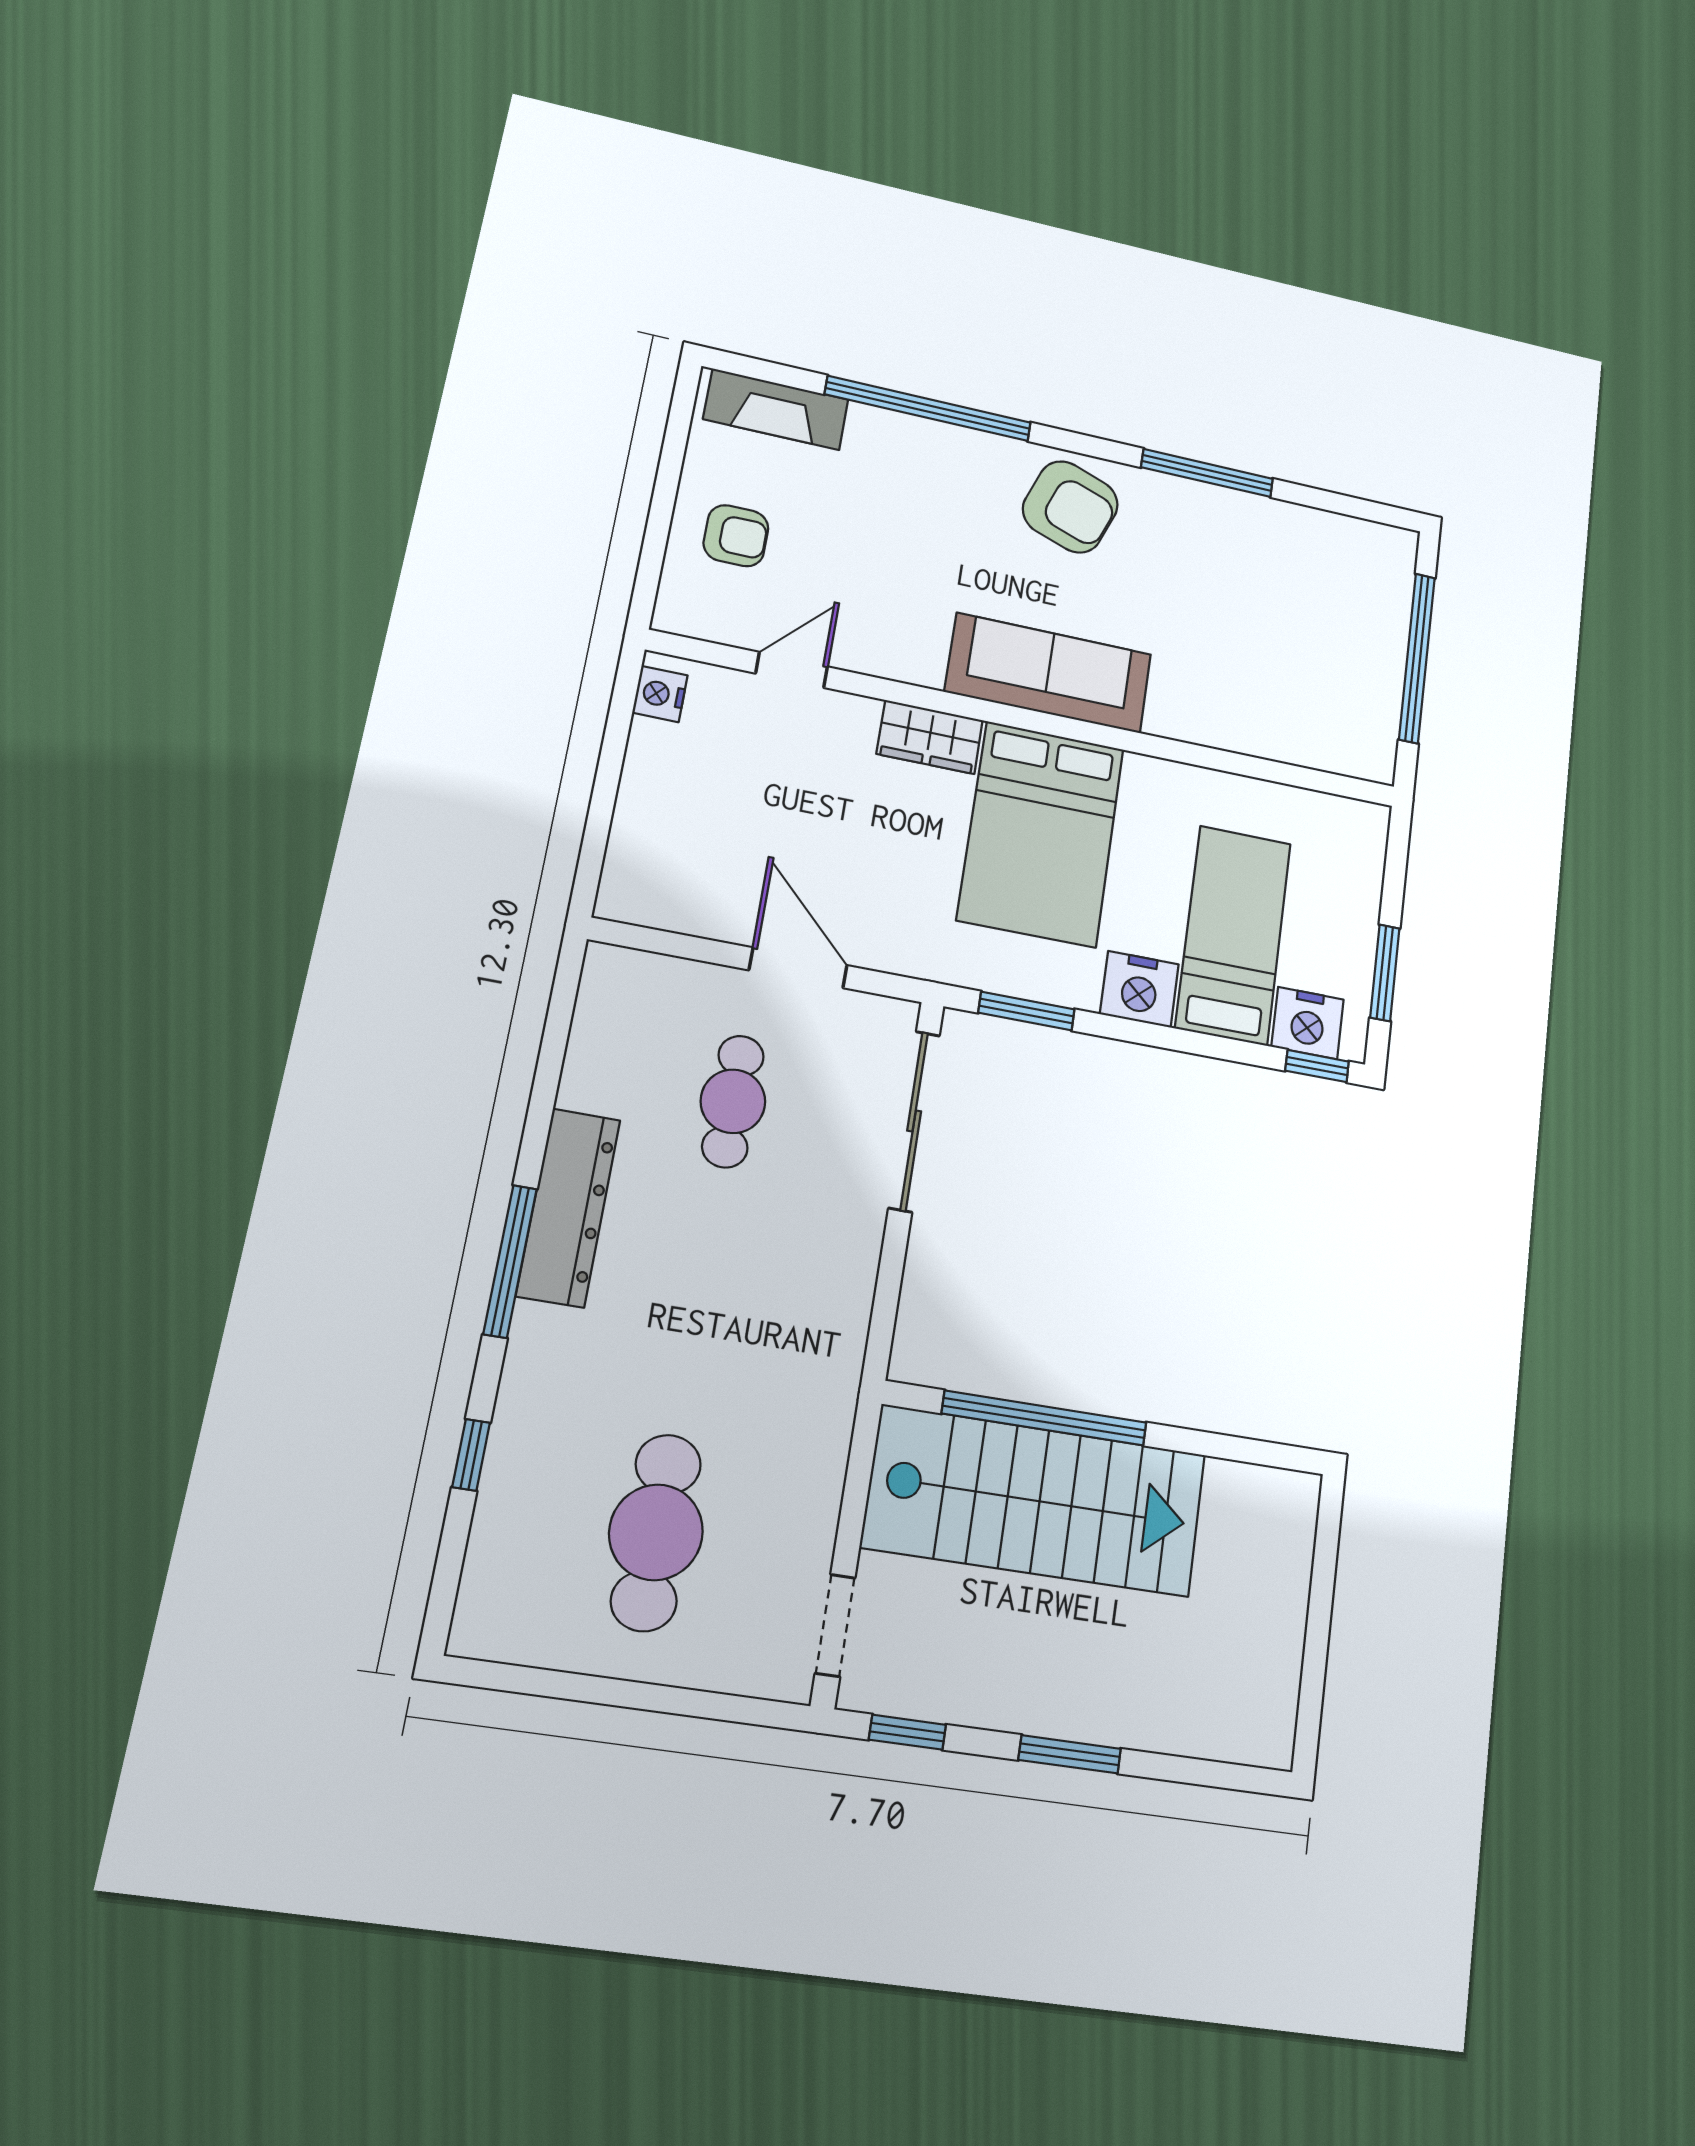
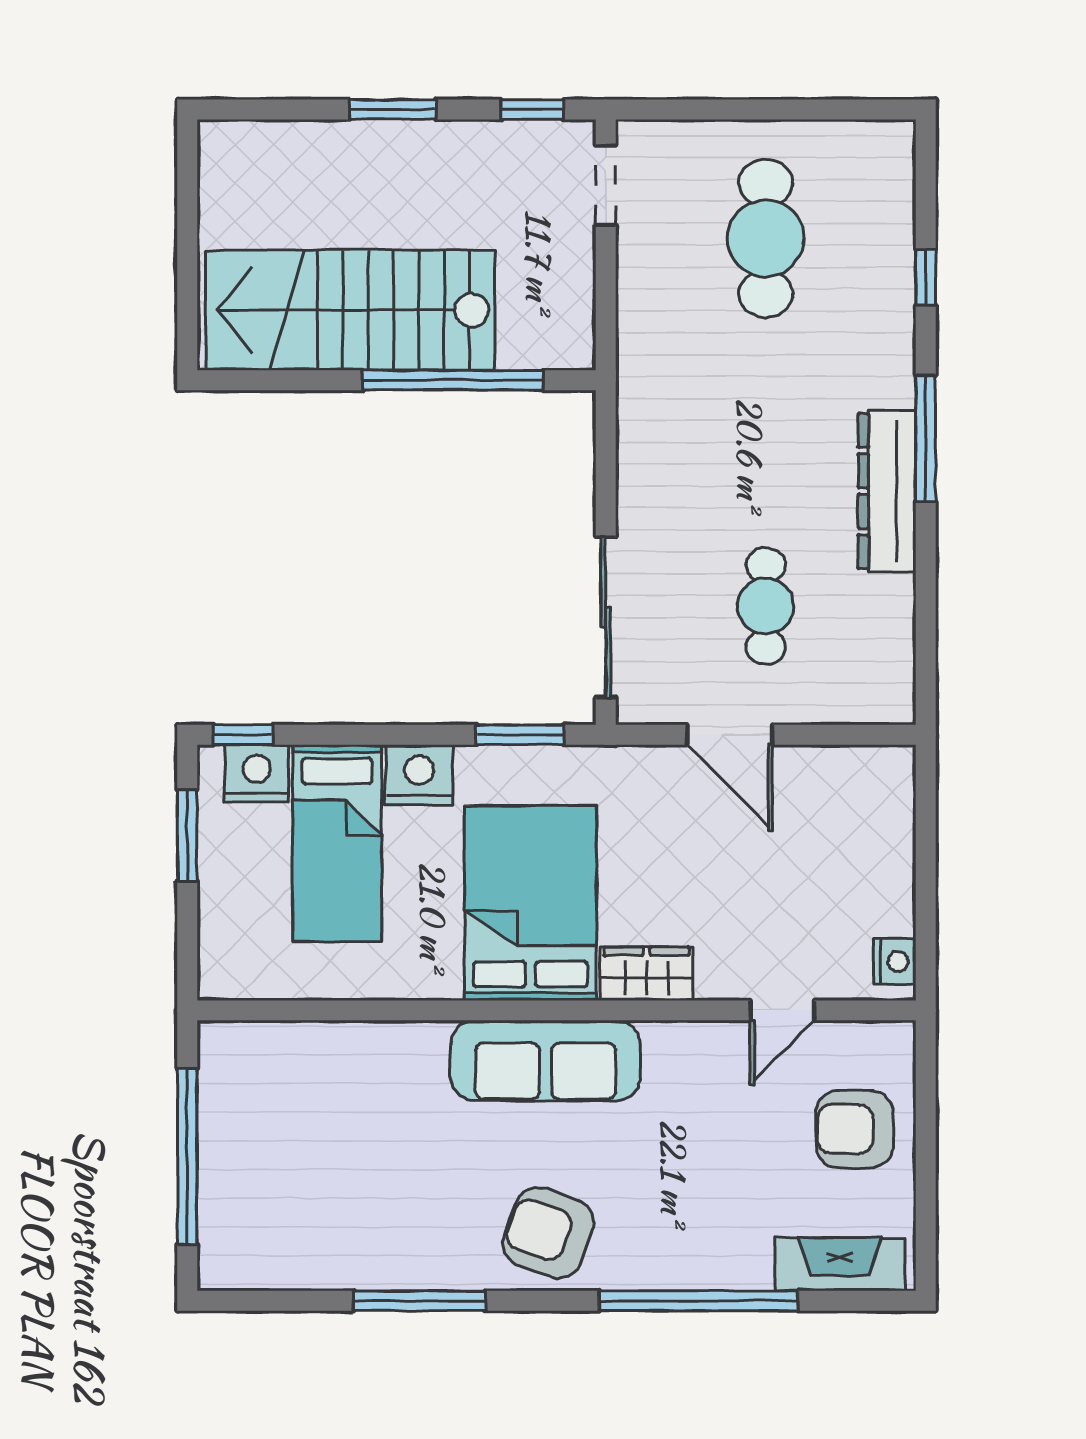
armchair: (736, 536) -> (855, 1129), width x1.38, depth x1.38
stairs: (1035, 1501) -> (350, 310), moved

